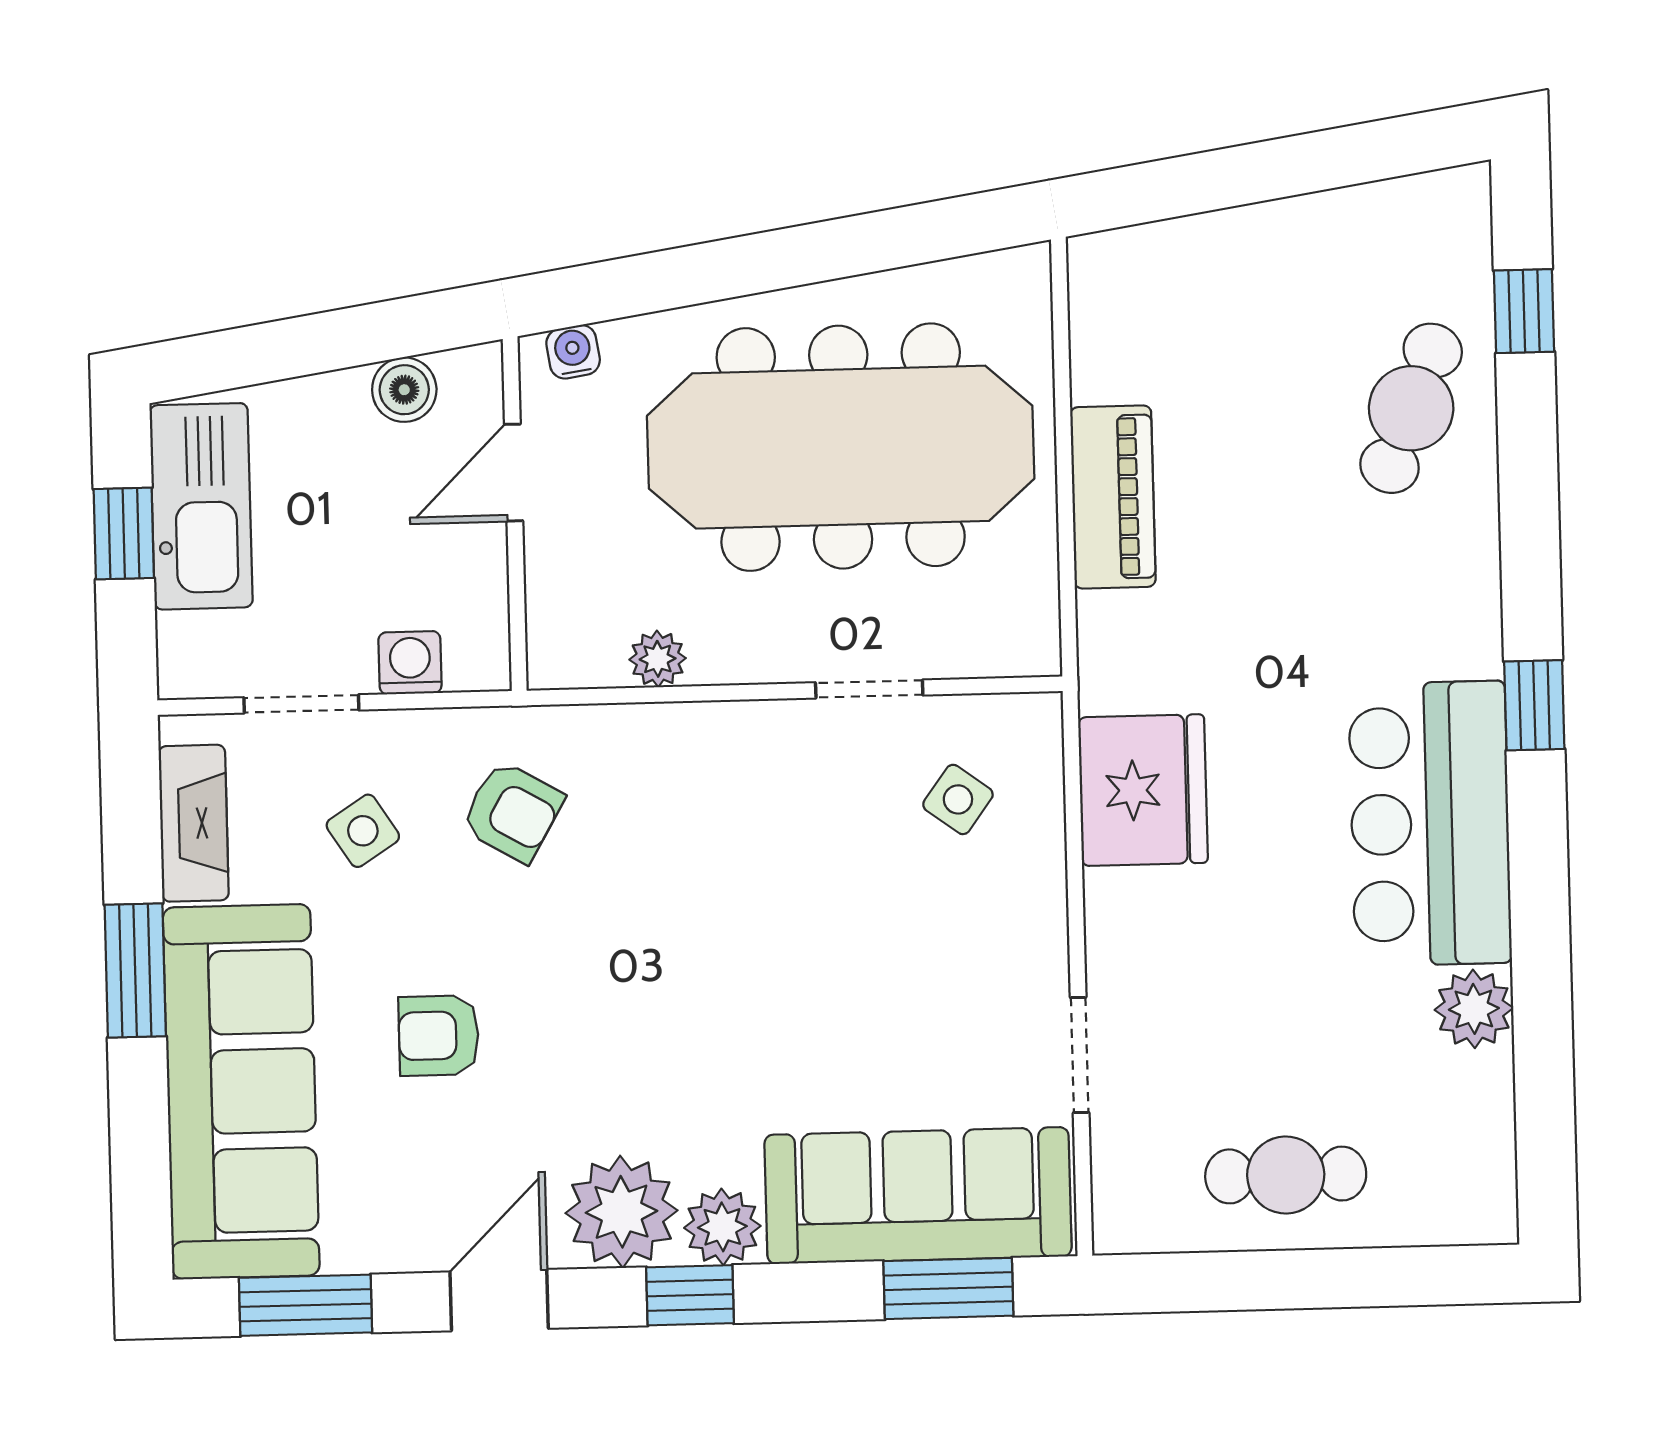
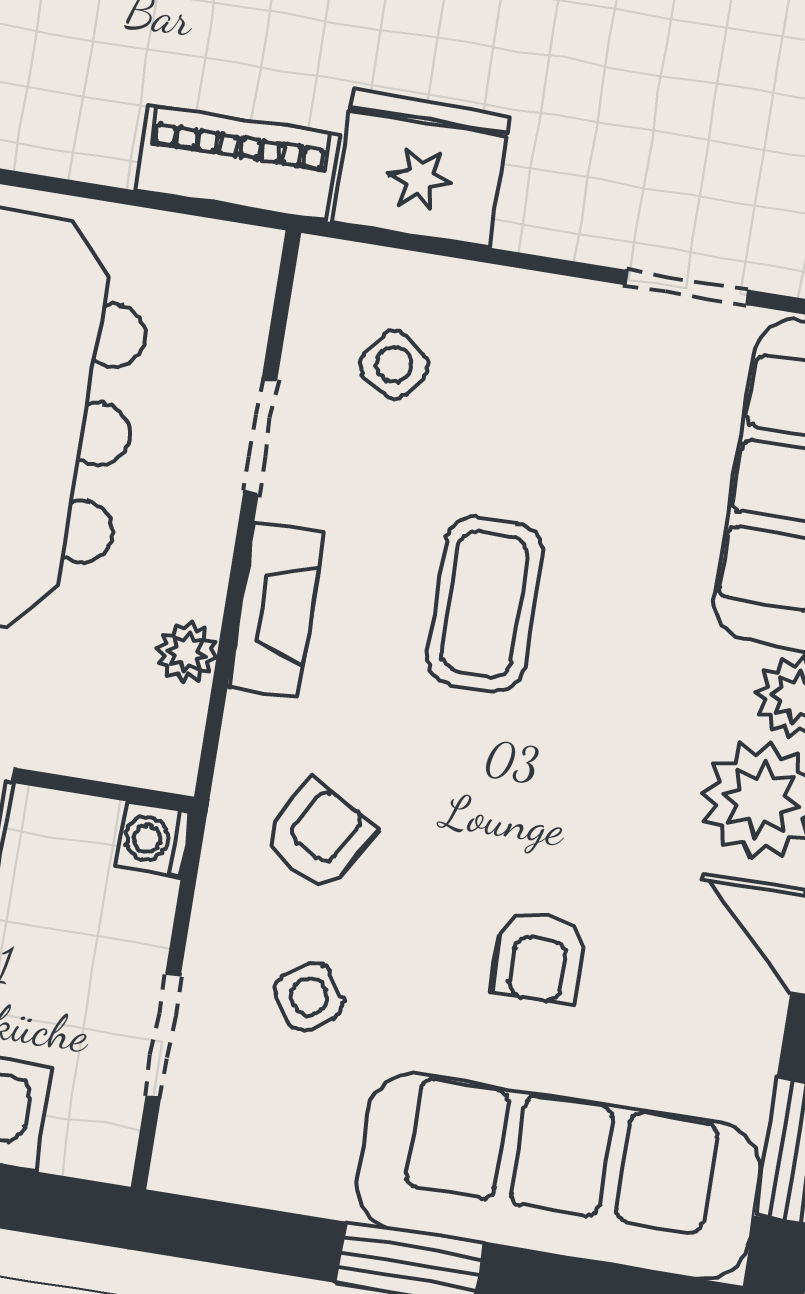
piano: (1113, 497) -> (237, 163), moved
washing machine: (410, 663) -> (154, 839), moved
fireplace: (194, 823) -> (276, 610), moved, turned 90
coffee table: (754, 924) -> (485, 604), added

